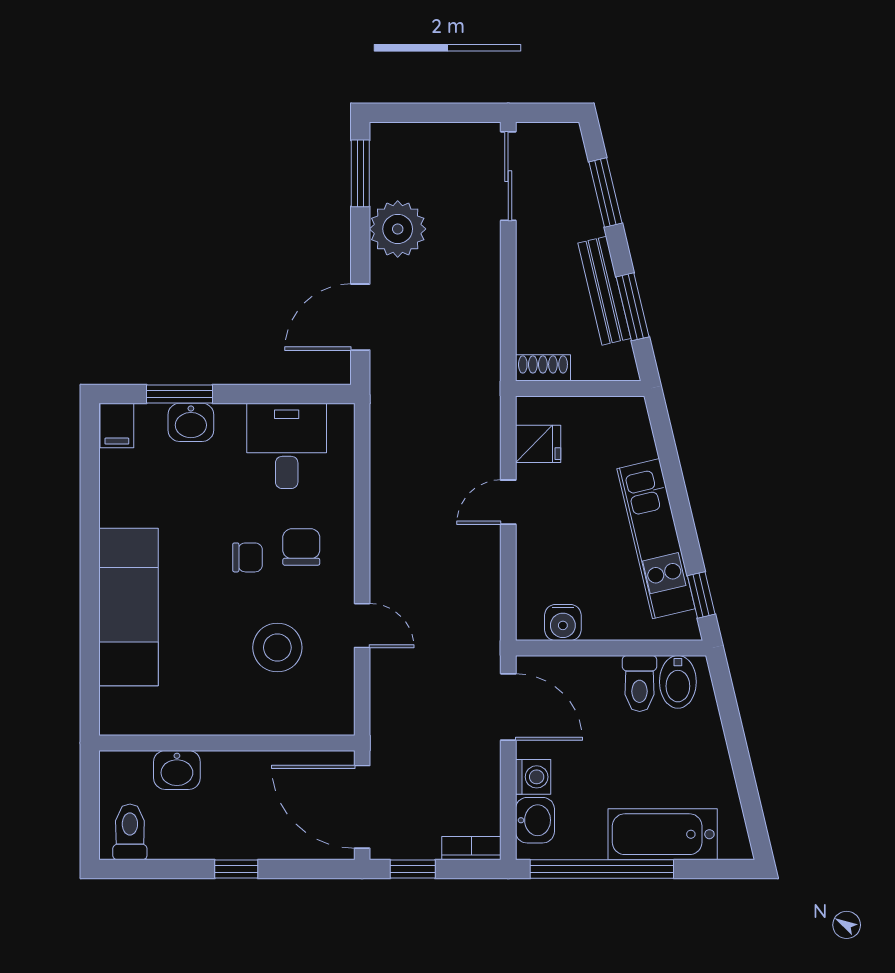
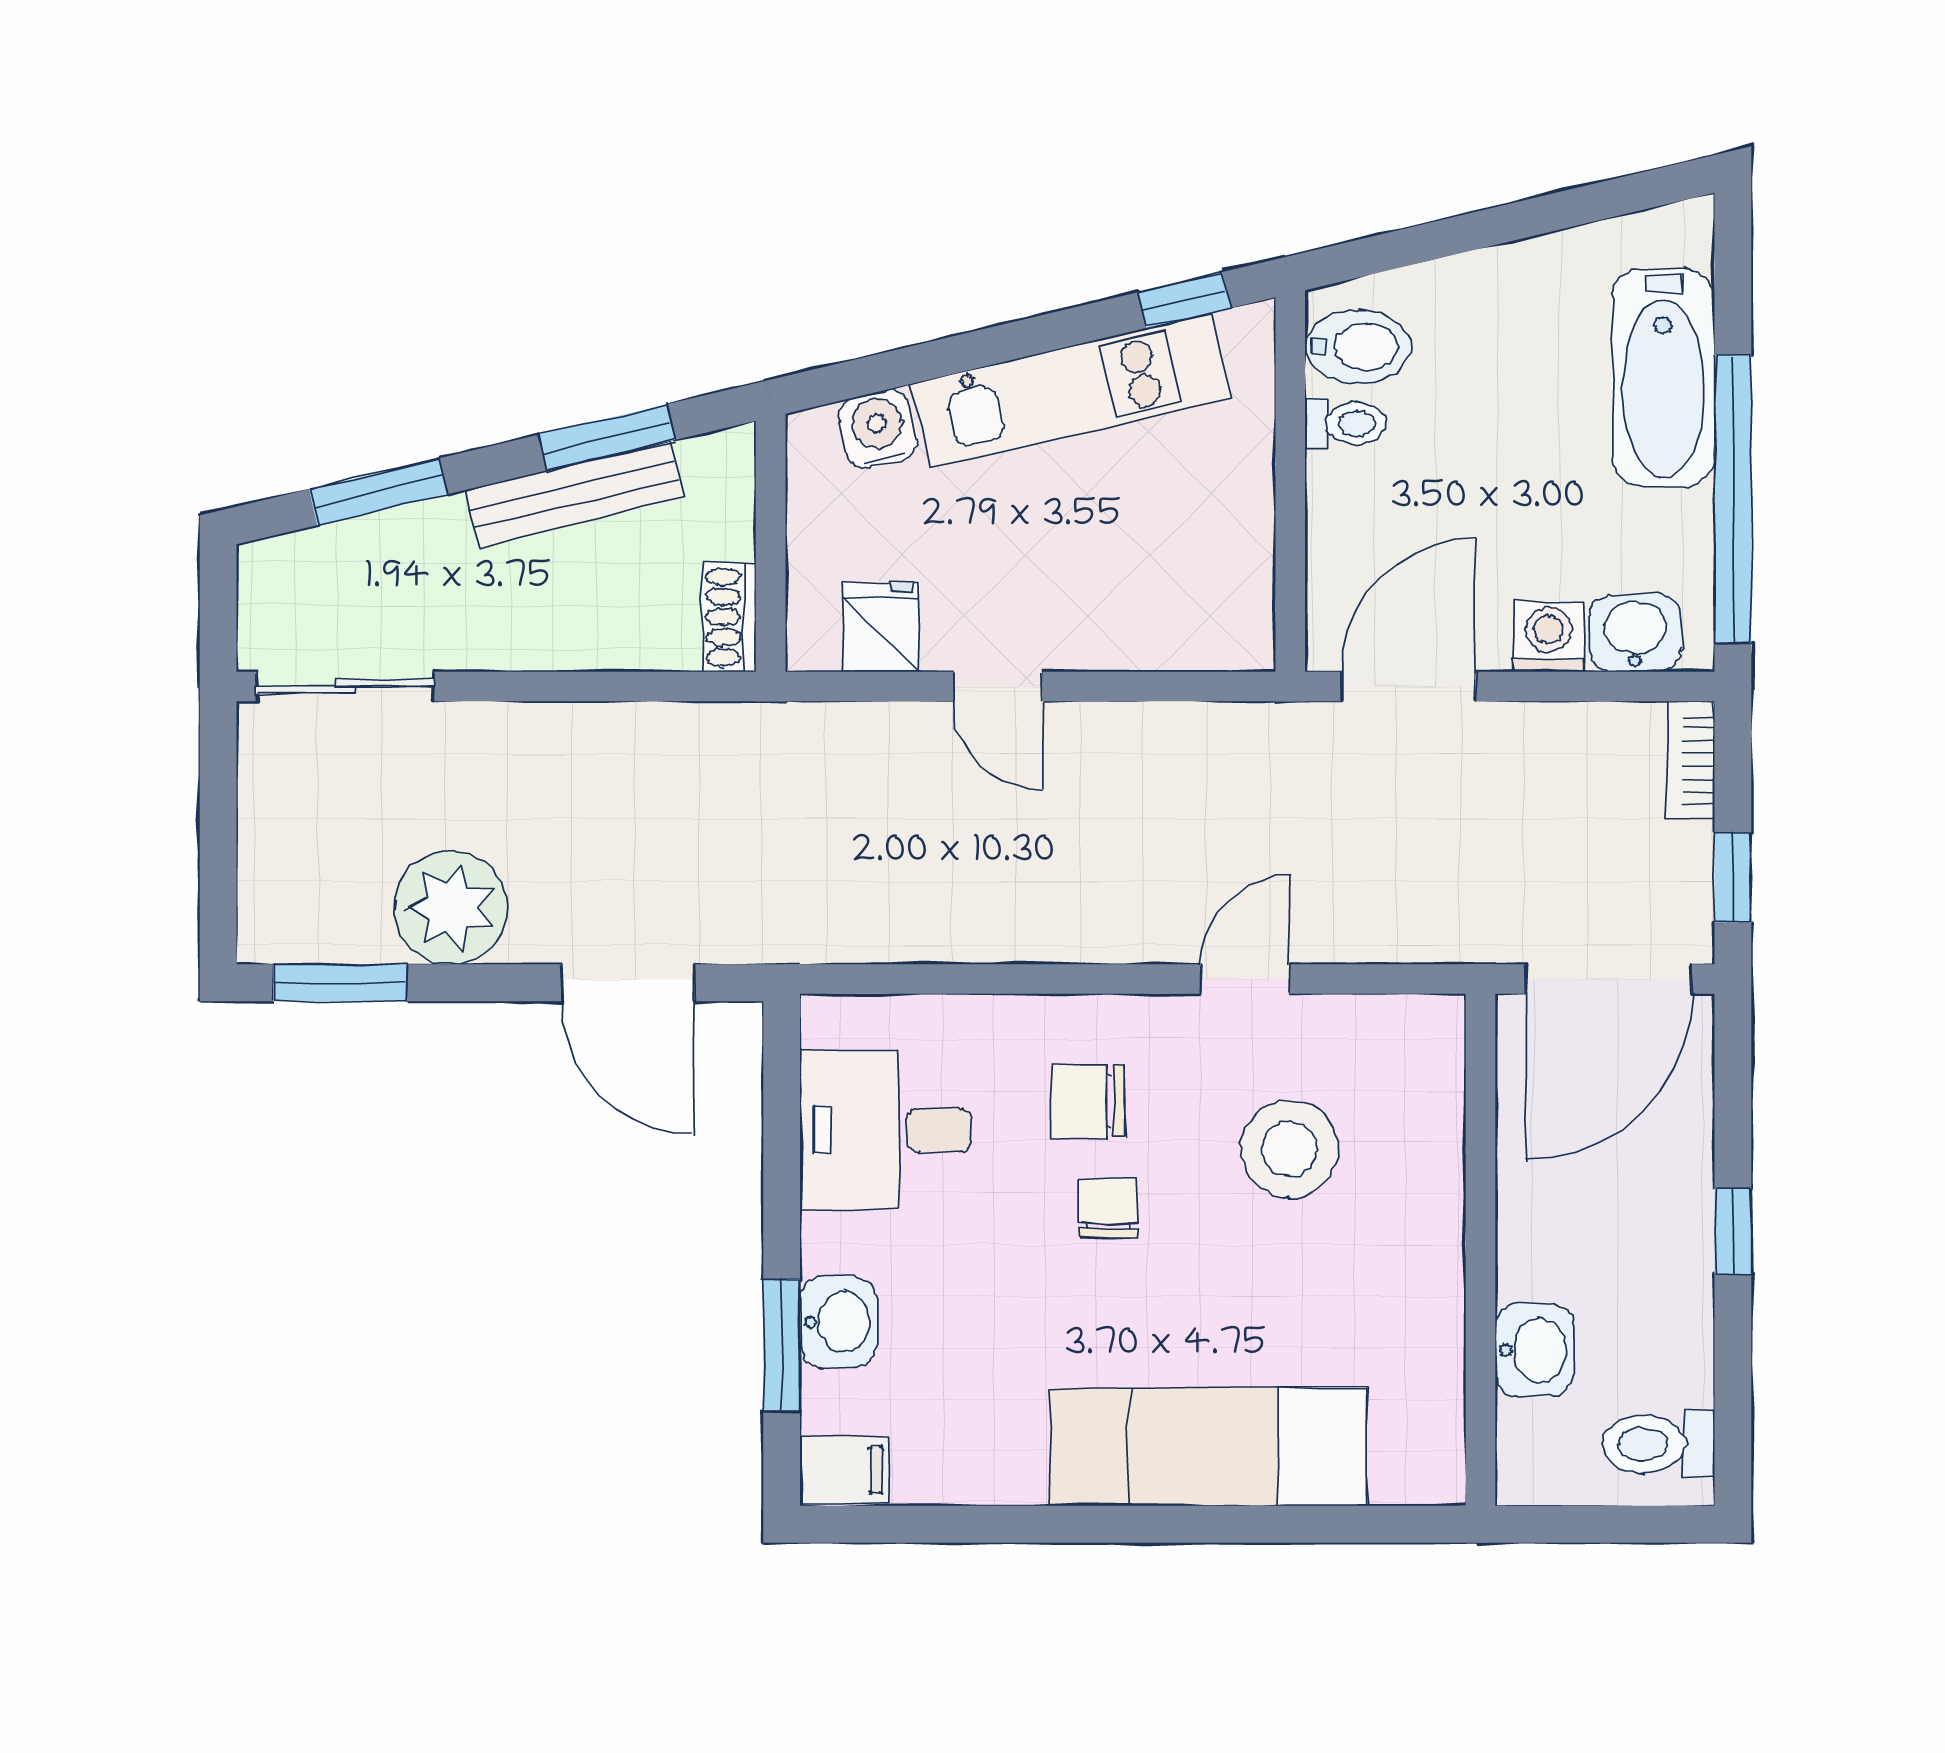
water cooler: (563, 622) -> (878, 429), moved, turned -103
toilet: (640, 683) -> (1345, 424), width x0.73, depth x0.72

